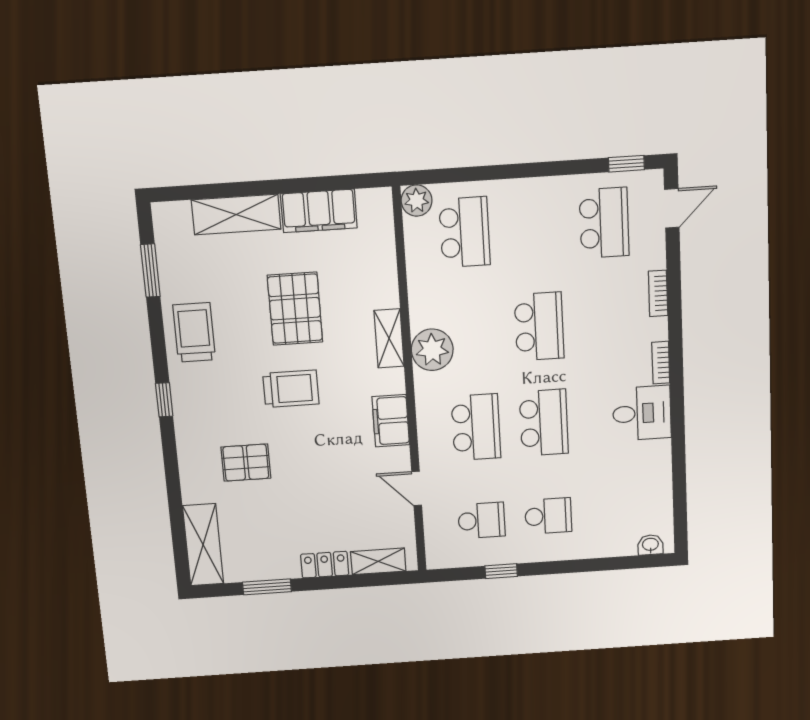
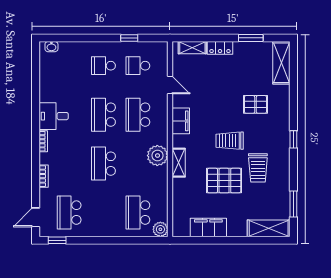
shelving: (236, 214) -> (269, 228), moved
pallet: (295, 309) -> (224, 181), turned 90
trolley: (194, 332) -> (258, 168), moved

